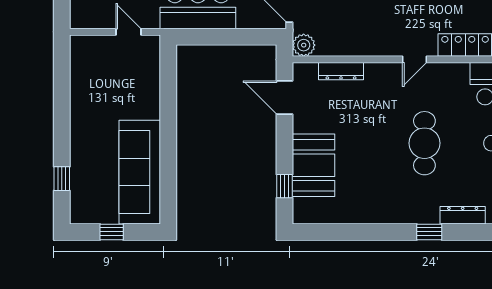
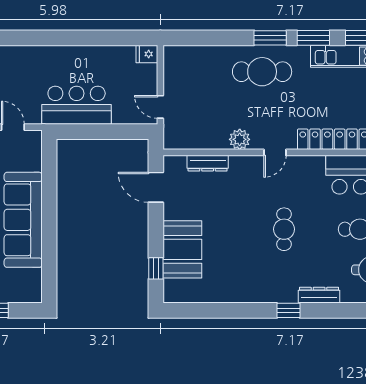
plant: (304, 45) -> (240, 139), moved
cafe table: (424, 143) -> (284, 229), width x0.73, depth x0.74
sofa: (140, 172) -> (23, 220), moved

